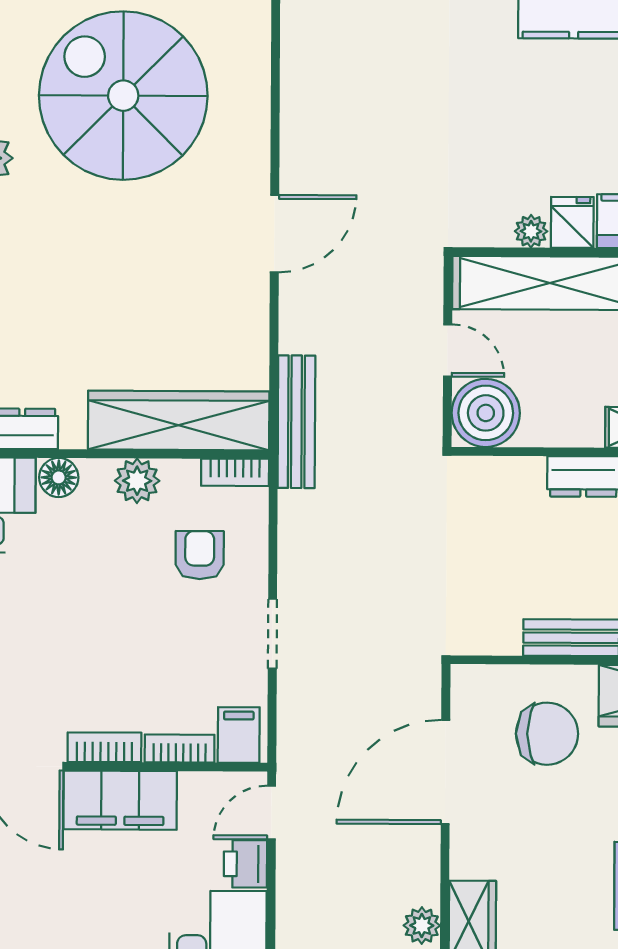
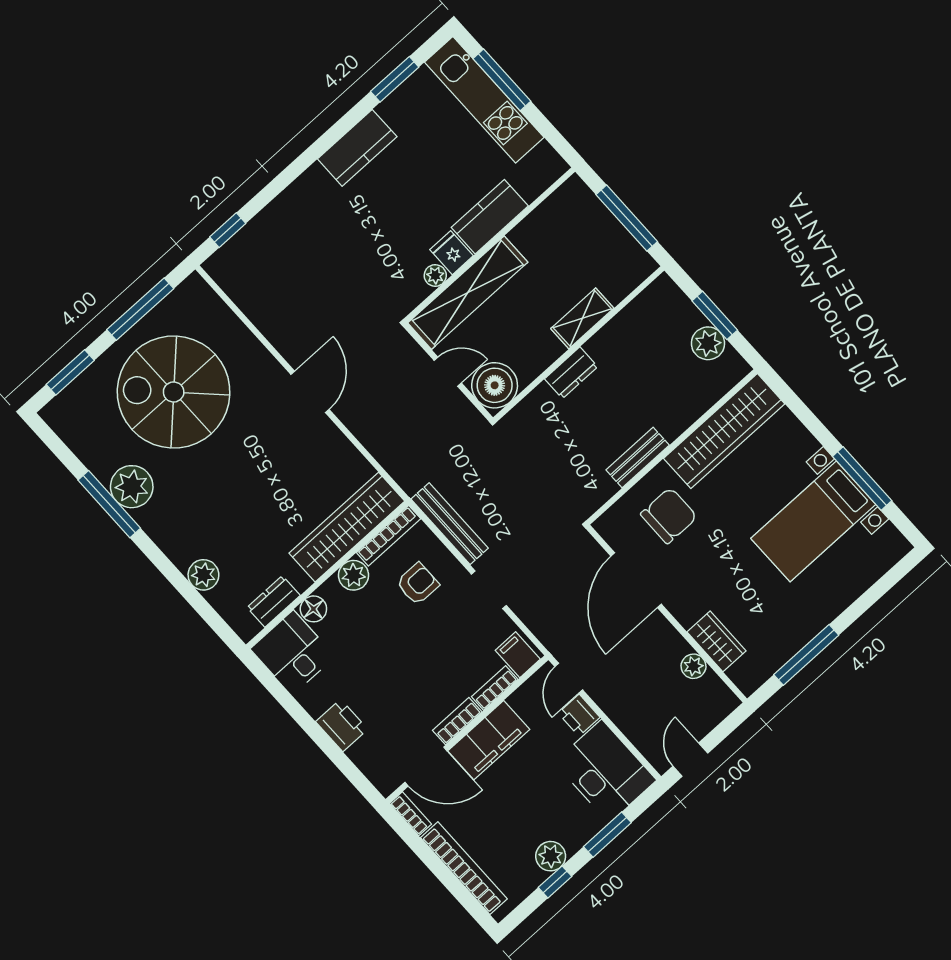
bench: (296, 422) -> (450, 524), moved
bookcase: (235, 472) -> (389, 536), width x1.56
armchair: (200, 555) -> (418, 584), turned 90

